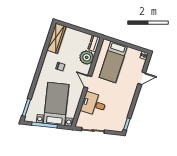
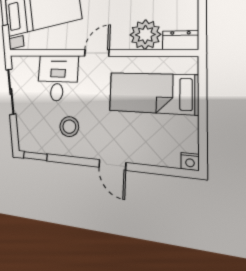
door: (142, 78) -> (112, 165), moved
stool: (118, 104) -> (69, 127), added

